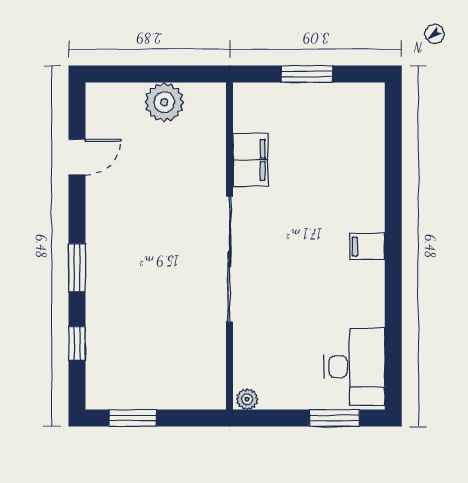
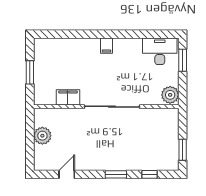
door: (77, 157) -> (67, 174), hinge flipped
plant: (247, 399) -> (170, 95), width x1.87, depth x1.87

